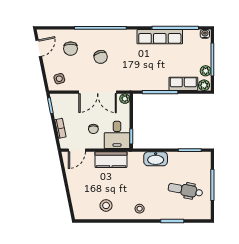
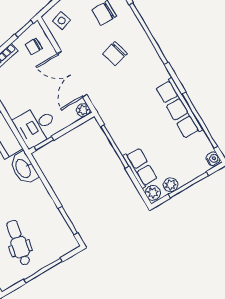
chair: (93, 129) -> (34, 46), moved
washbasin: (156, 159) -> (23, 168), moved

